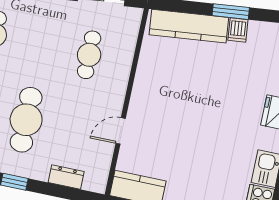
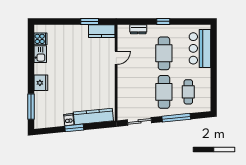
cafe table: (89, 55) -> (164, 92), moved, width x1.37, depth x1.35

